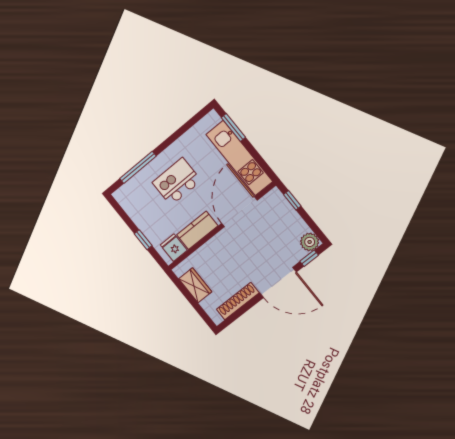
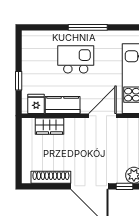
window: (138, 167) -> (88, 27), moved
door: (239, 212) -> (102, 116), width x0.73
wardrobe: (195, 285) -> (50, 126), moved, turned 90

